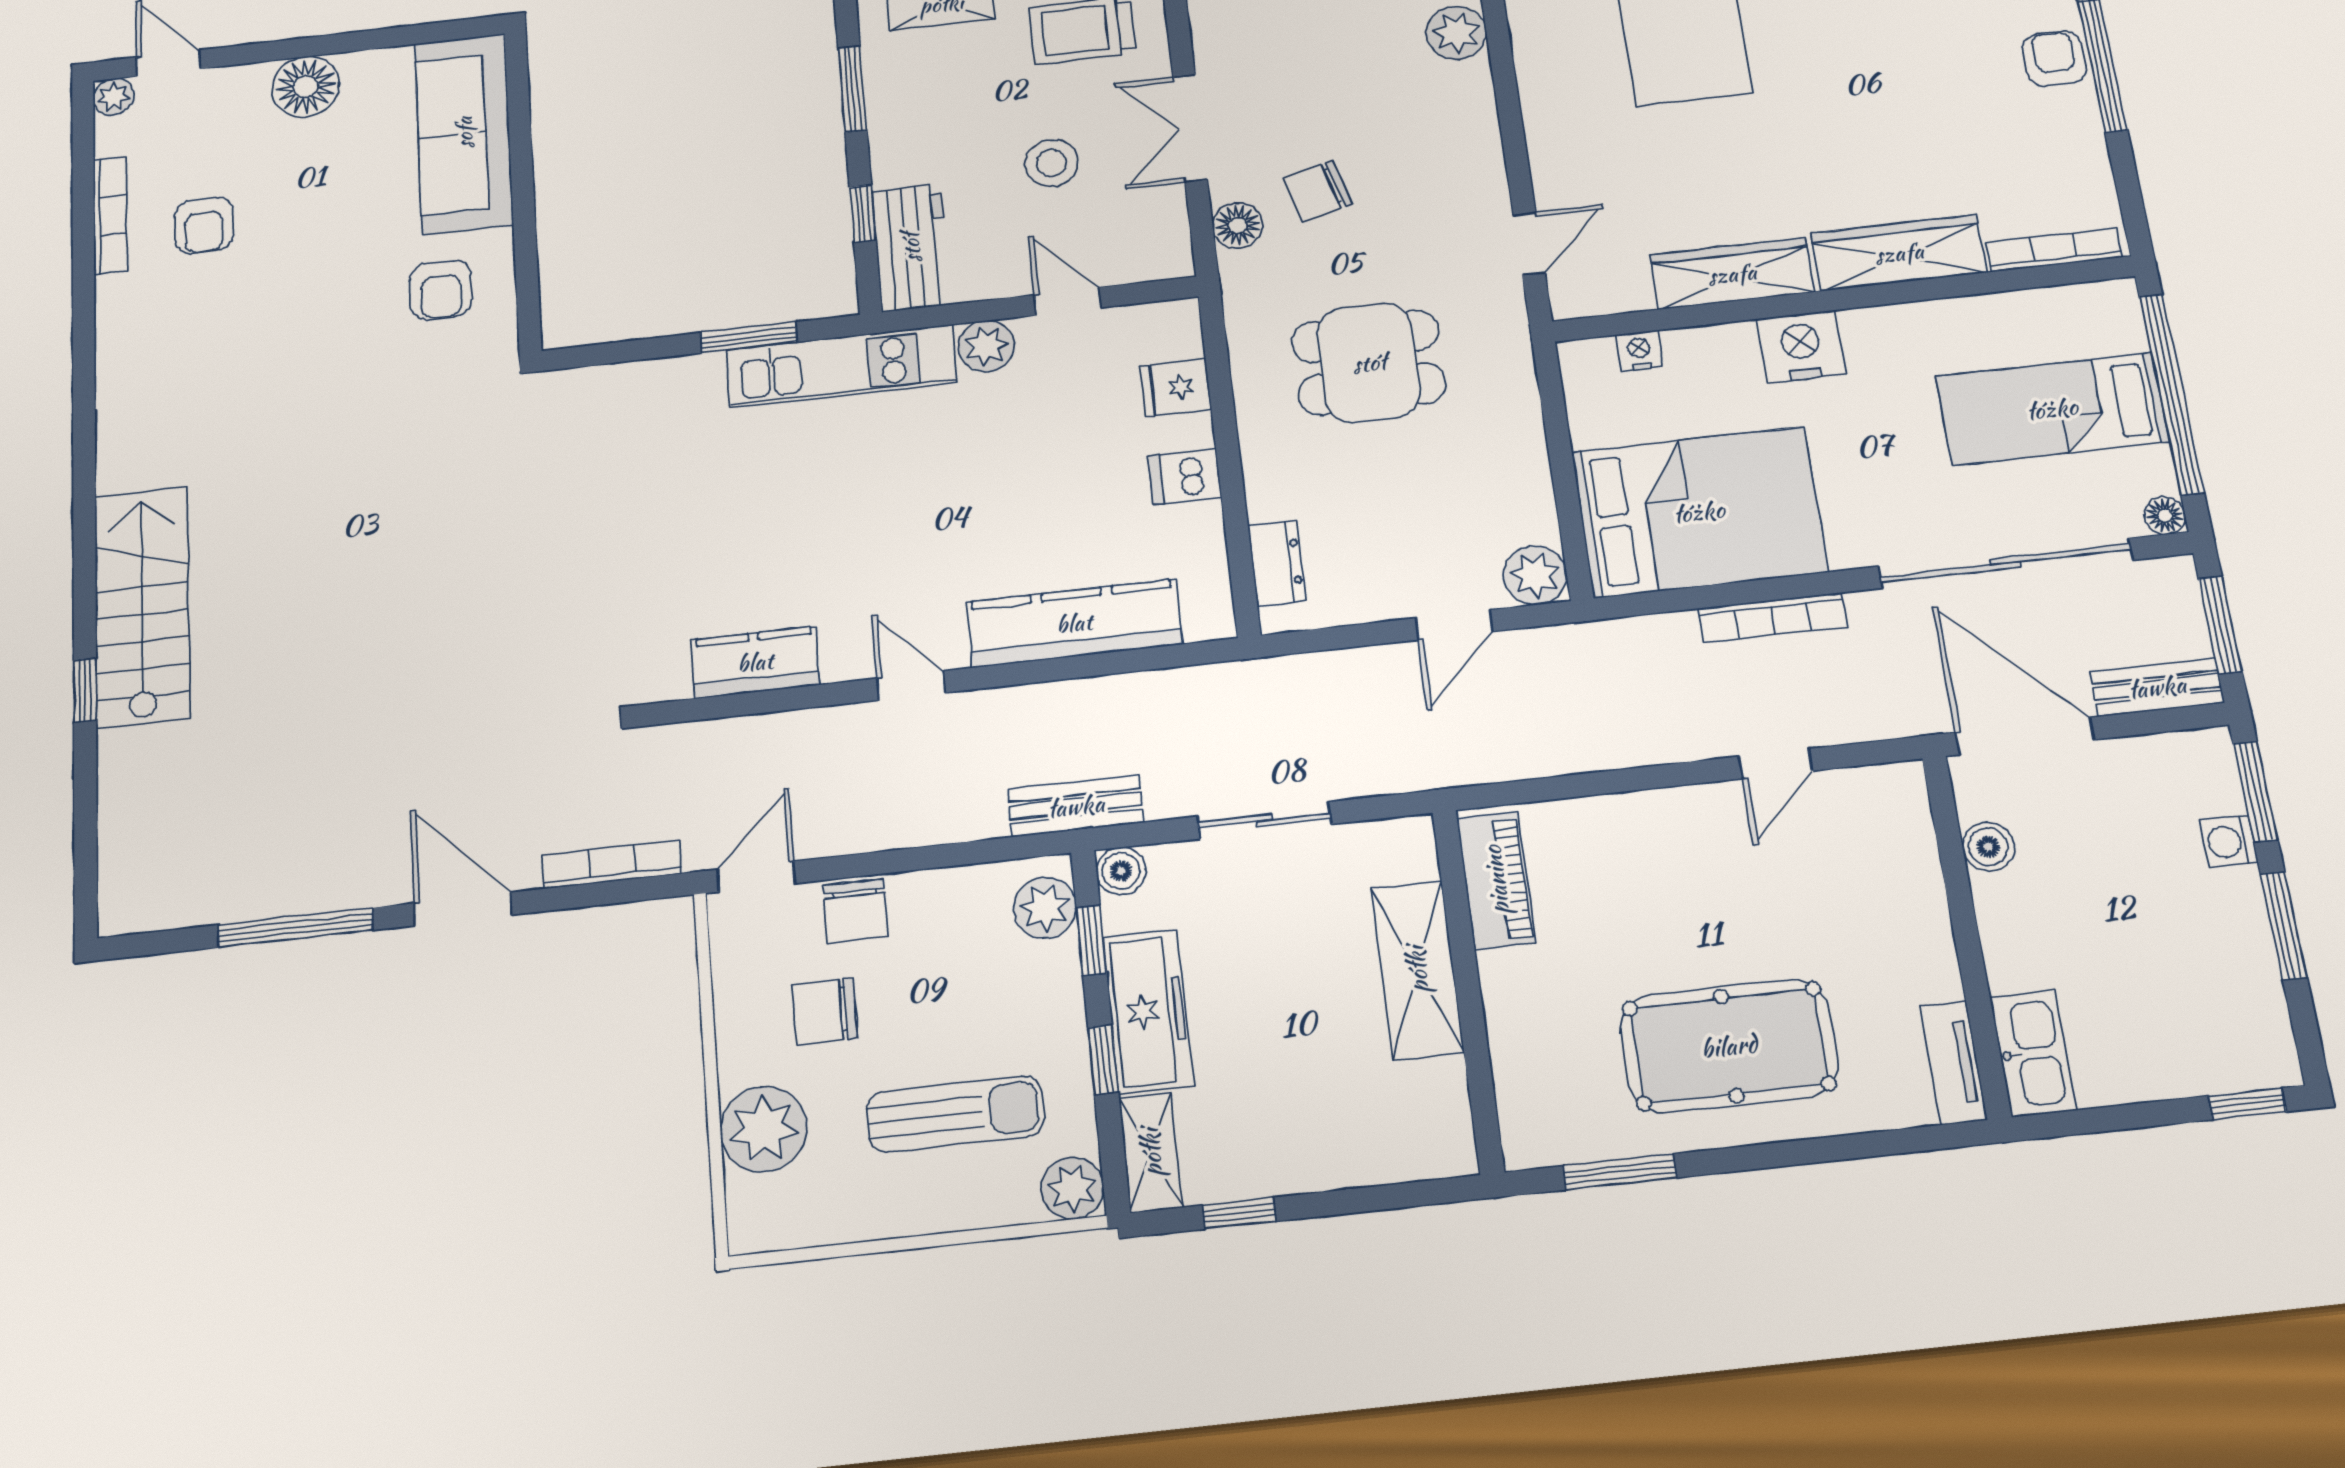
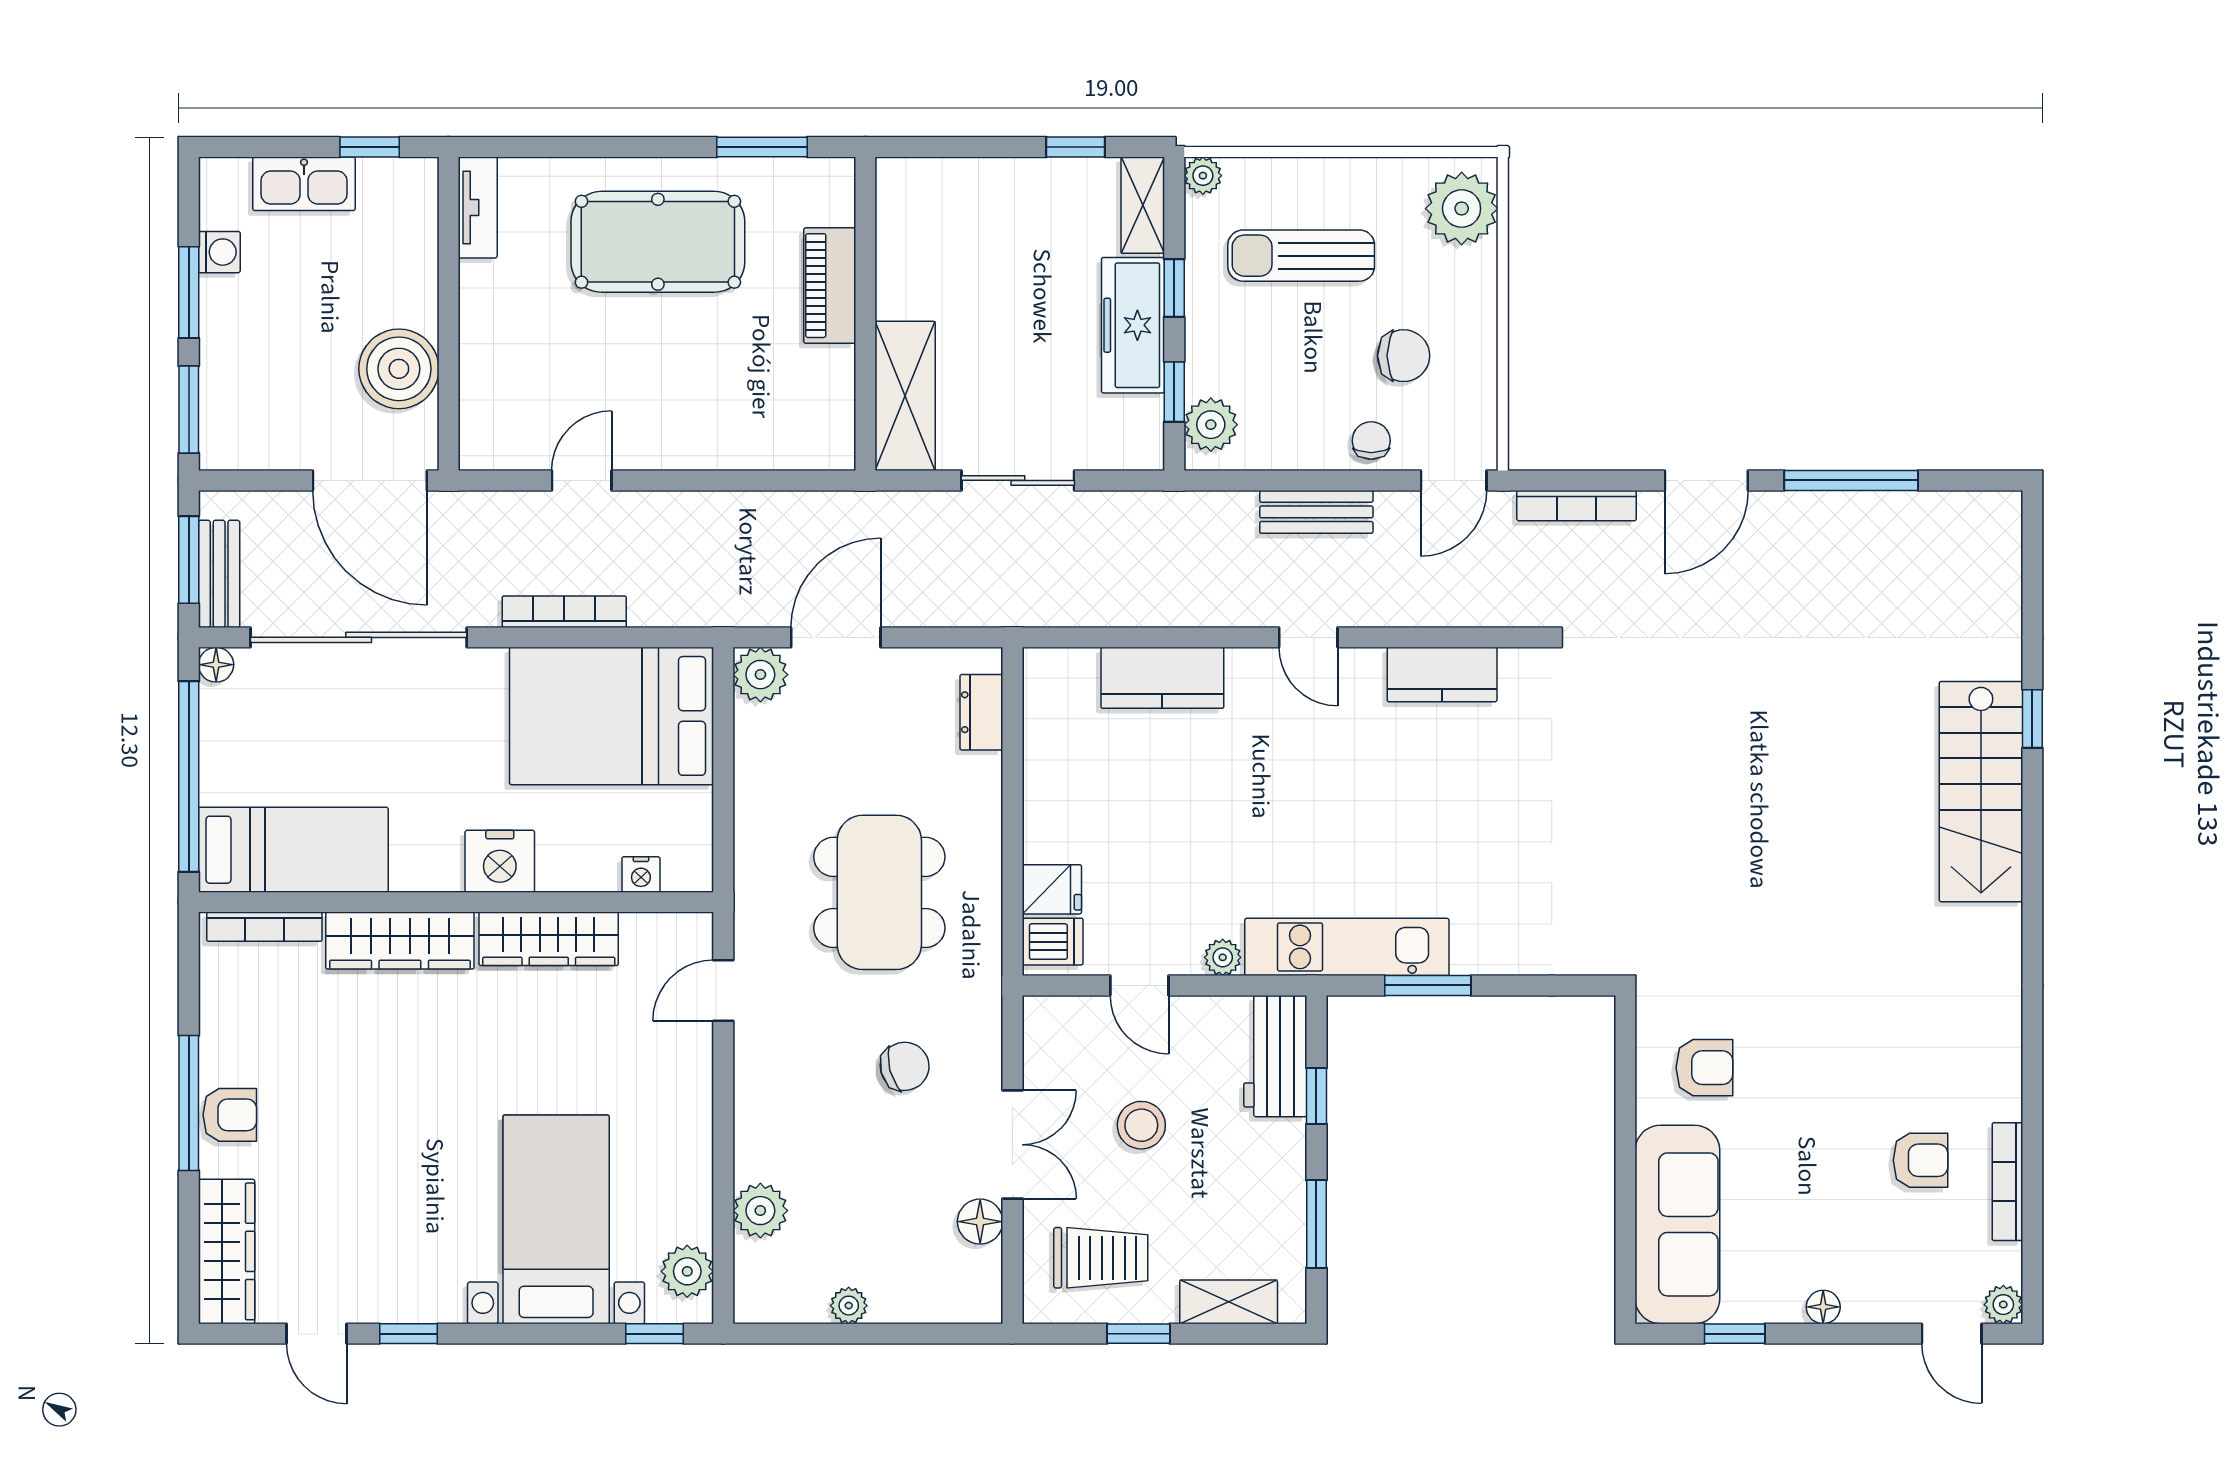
window: (398, 36) -> (1735, 1334), added
armchair: (2054, 59) -> (230, 1115), turned -90
floor lamp: (306, 87) -> (1823, 1307), width x0.53, depth x0.53
floor lamp: (1238, 225) -> (980, 1222), moved
armchair: (204, 226) -> (1920, 1160), turned 90
armchair: (441, 290) -> (1704, 1068), turned 90
plant: (986, 346) -> (1223, 957), width x0.73, depth x0.73
dining table: (1369, 363) -> (879, 892), width x1.38
bed: (2052, 409) -> (293, 850), moved
dishwasher: (1185, 476) -> (1053, 942), moved
kitchen counter: (1074, 623) -> (1162, 678), width x0.67
door: (1454, 625) -> (836, 637), width x1.38
bench: (2157, 687) -> (219, 574), moved, turned 90
bench: (1076, 806) -> (1316, 512), moved
washing machine: (2229, 842) -> (219, 252), moved
boiler: (1988, 847) -> (399, 369), width x1.86, depth x1.86
boiler: (1121, 871) -> (1144, 450), removed
piano: (1496, 880) -> (830, 286), moved
door: (463, 909) -> (1706, 480), hinge flipped
chair: (856, 911) -> (1371, 441), width x0.73, depth x0.73
shelving: (1417, 970) -> (905, 396), moved
kitchen sink: (2033, 1053) -> (304, 184), moved, turned -90
window: (2247, 1104) -> (370, 147), moved
plant: (764, 1129) -> (1462, 209), moved
plant: (1072, 1188) -> (1203, 176), width x0.73, depth x0.73

